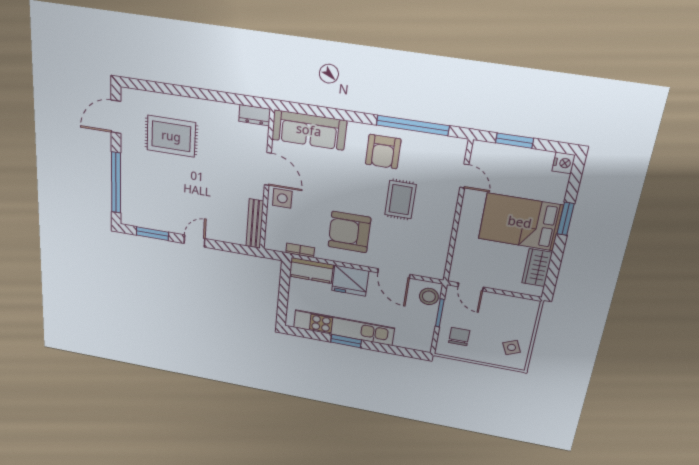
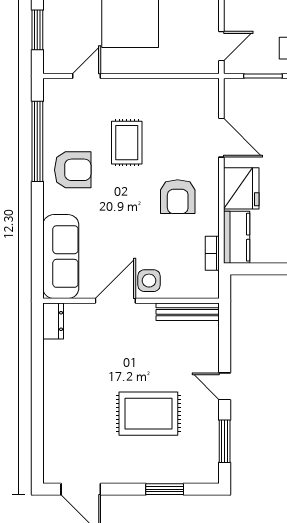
rug: (171, 136) -> (148, 414), moved, turned 90
window: (116, 183) -> (165, 489), width x0.47
rug: (400, 200) -> (127, 143), turned 90
armchair: (349, 232) -> (178, 197), width x0.73, depth x0.73
door: (394, 273) -> (221, 138), hinge flipped
stool: (429, 296) -> (244, 92), removed

